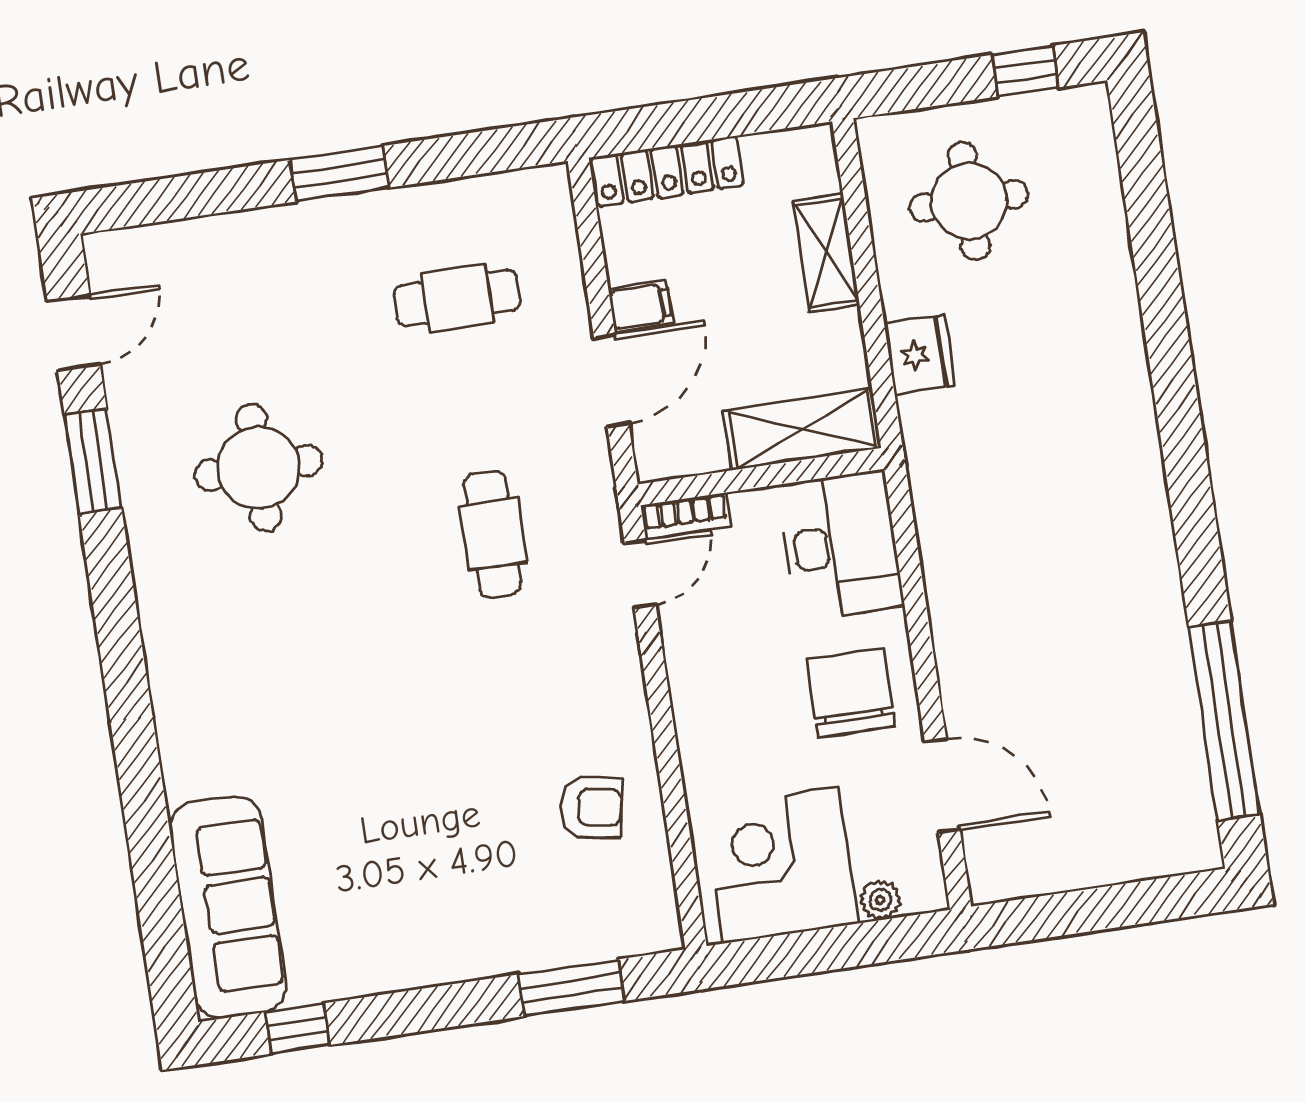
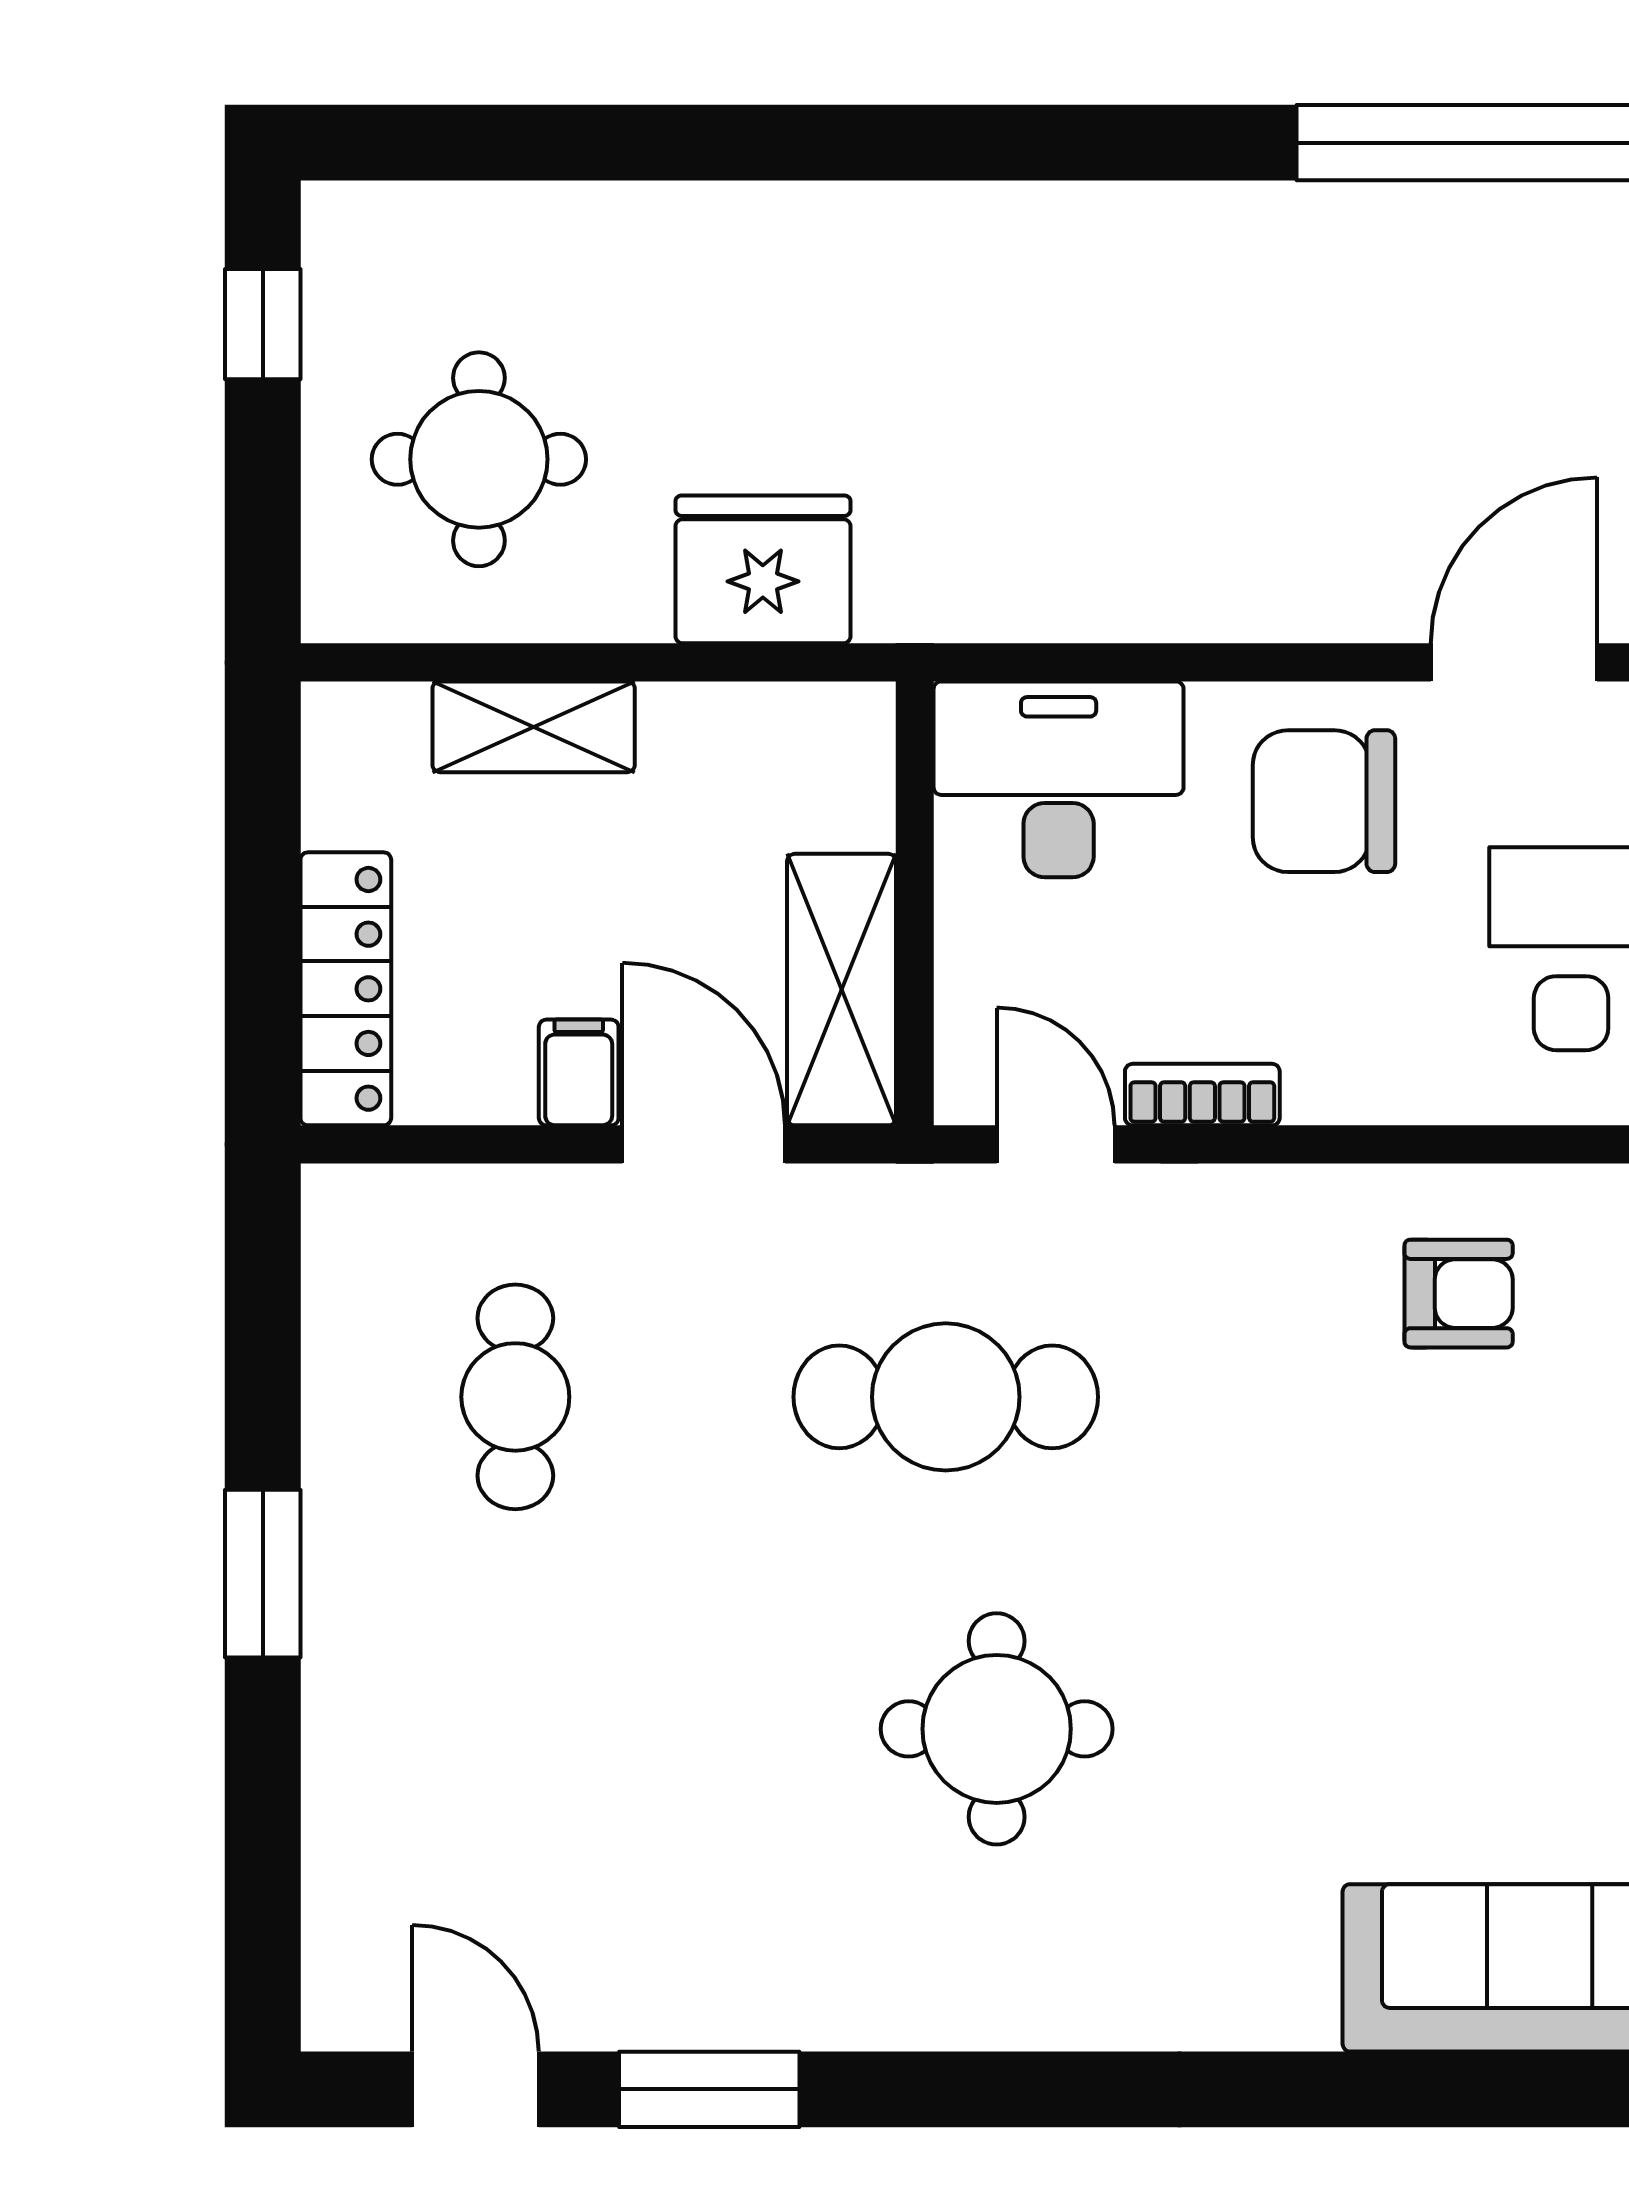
fridge: (920, 355) -> (763, 569), width x1.36, depth x1.34
shelving: (802, 429) -> (842, 990), moved
round table: (259, 468) -> (997, 1729), moved
bookcase: (685, 516) -> (1202, 1095), moved, turned -90
cafe table: (493, 534) -> (946, 1397), width x1.37, depth x1.35
armchair: (591, 807) -> (1459, 1294), turned 80

